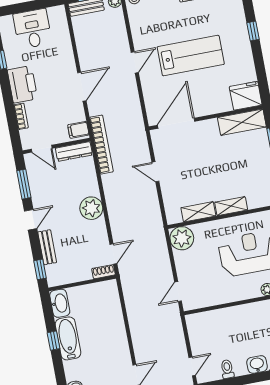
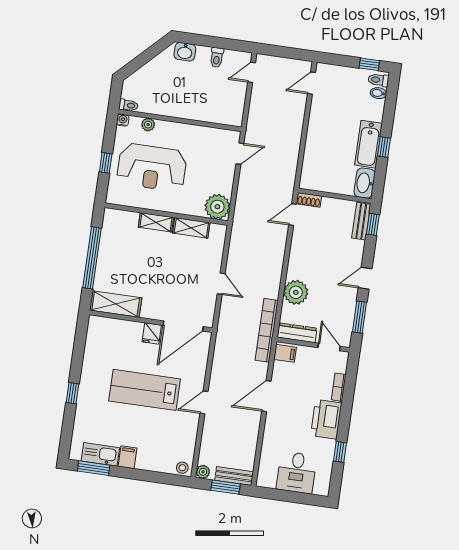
fridge: (246, 96) -> (152, 333), moved, width x0.53, depth x0.75
plant: (91, 208) -> (296, 292), moved
bench: (47, 247) -> (361, 221), moved

